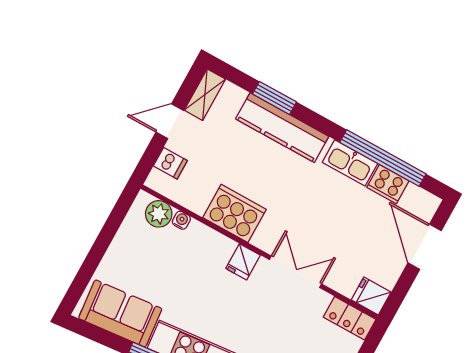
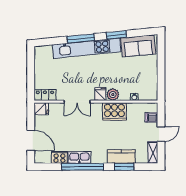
kitchen counter: (282, 128) -> (121, 157), width x0.67
window: (383, 158) -> (83, 167), moved
plant: (159, 214) -> (113, 94), moved

